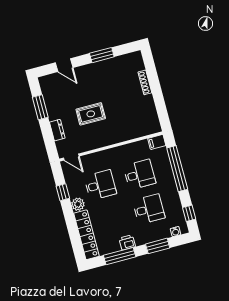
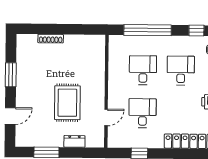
rug: (91, 114) -> (67, 103), width x1.36, depth x1.43
filing cabinet: (157, 142) -> (115, 43), removed
door: (71, 157) -> (106, 117), moved
plant: (78, 204) -> (156, 141), removed

